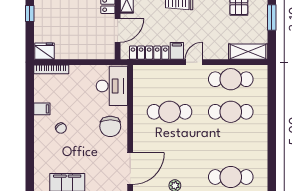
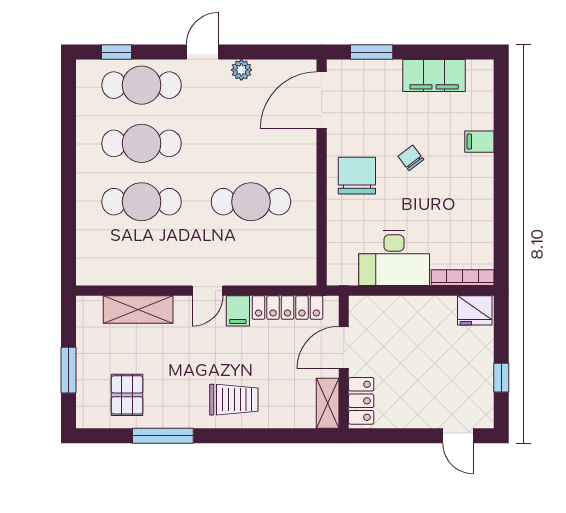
shelving: (248, 52) -> (138, 309), moved
cafe table: (231, 79) -> (142, 143), moved
desk: (112, 86) -> (394, 258), moved, turned -90
filing cabinet: (42, 109) -> (479, 142), moved
chair: (61, 128) -> (411, 158), moved

